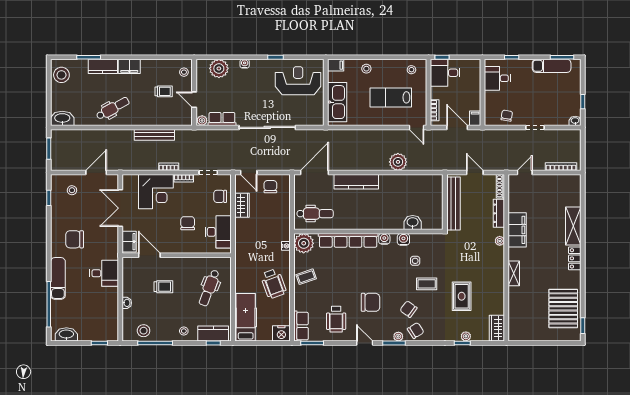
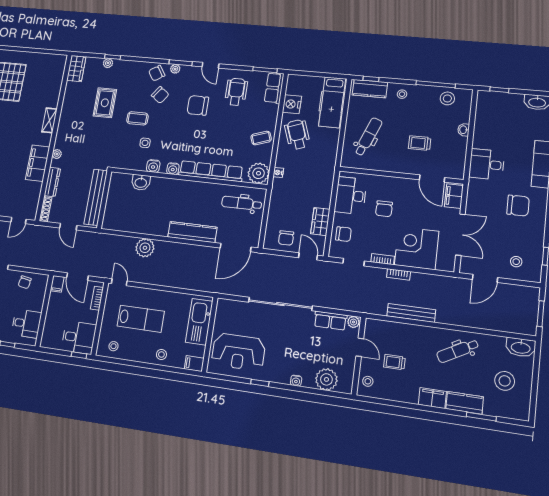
stool: (61, 75) -> (505, 381), moved
nightstand: (281, 333) -> (292, 104), moved, turned -90

